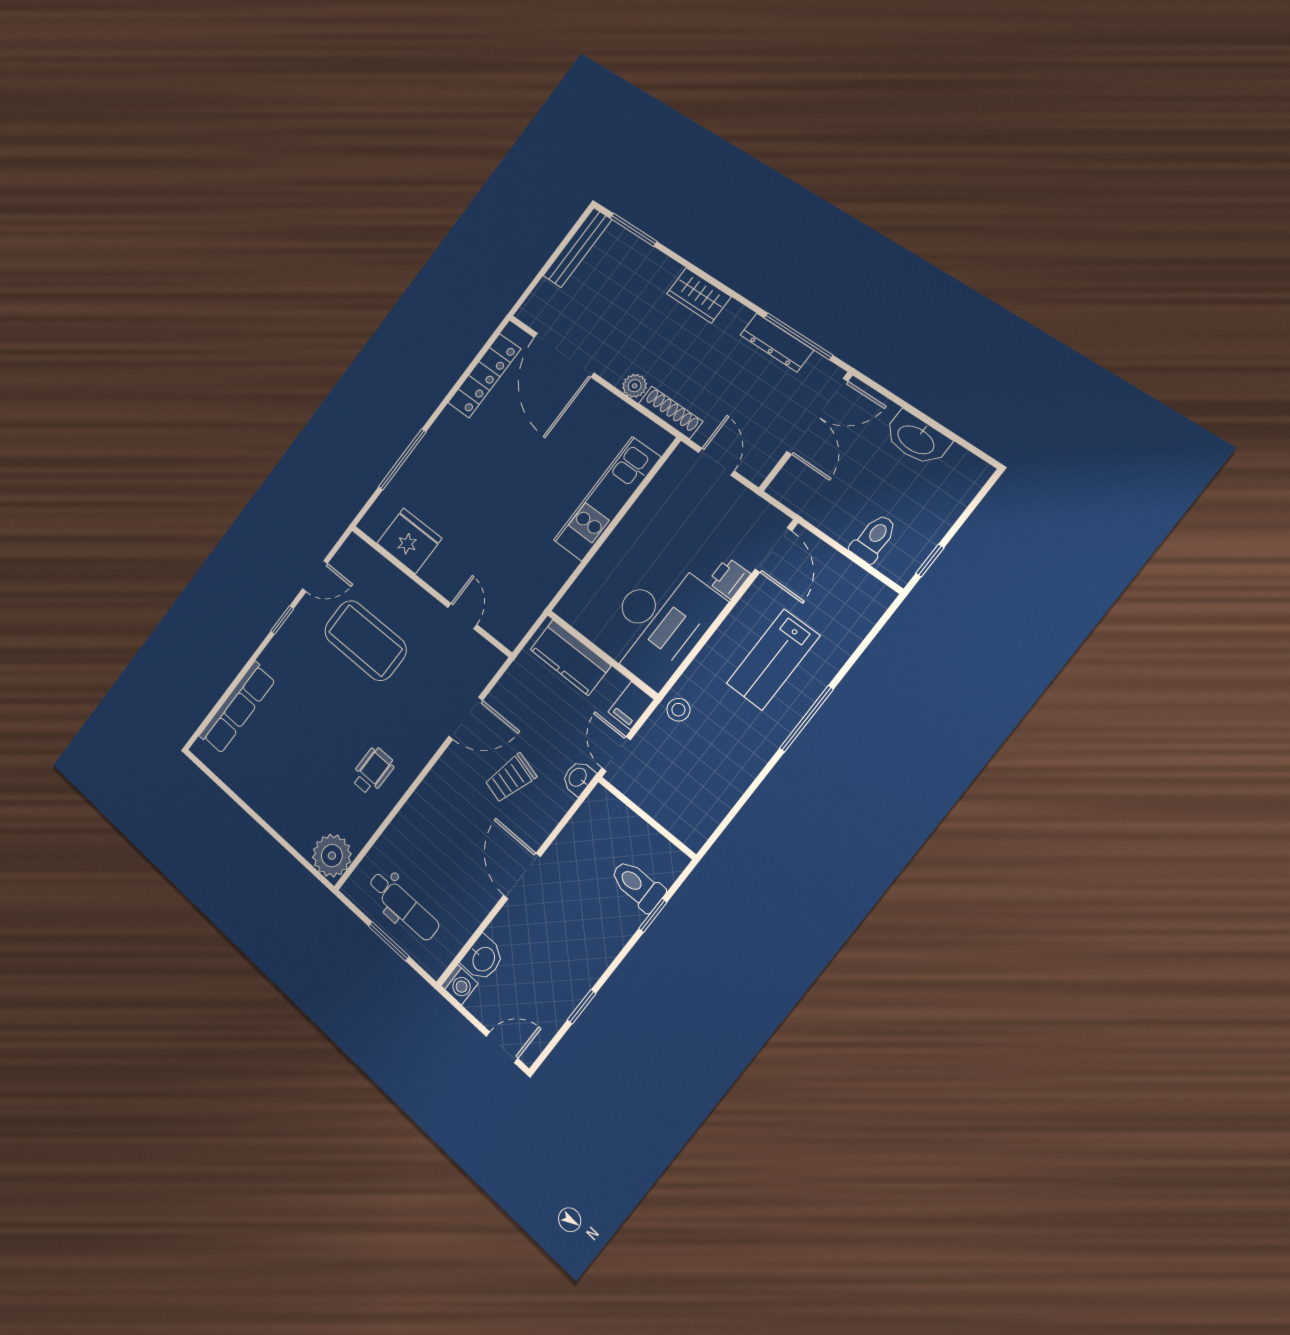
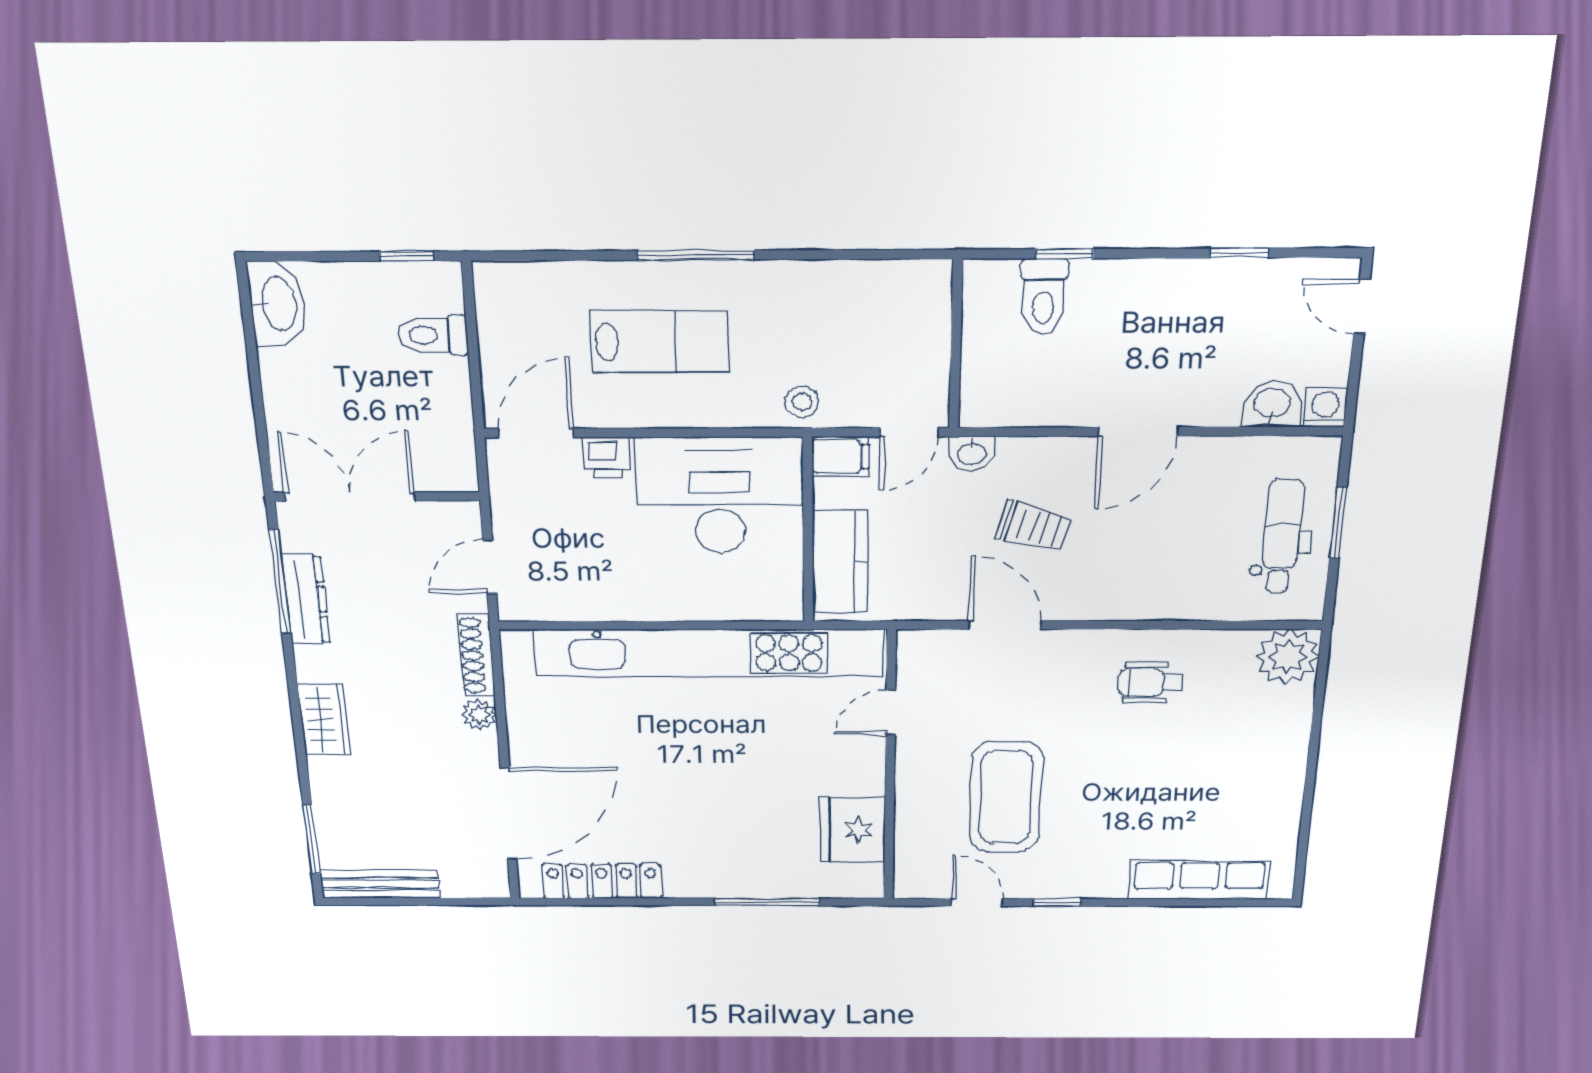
washbasin: (917, 439) -> (277, 304), moved
kitchen unit: (607, 499) -> (709, 653), width x1.86

